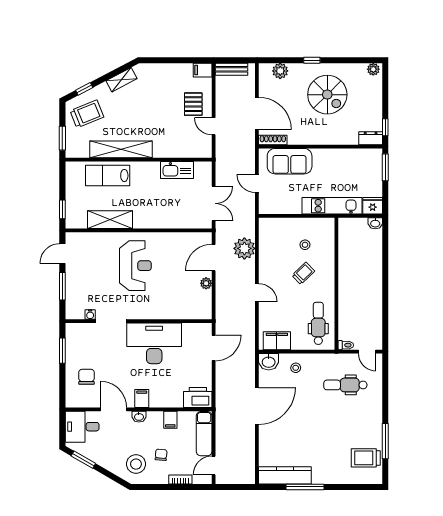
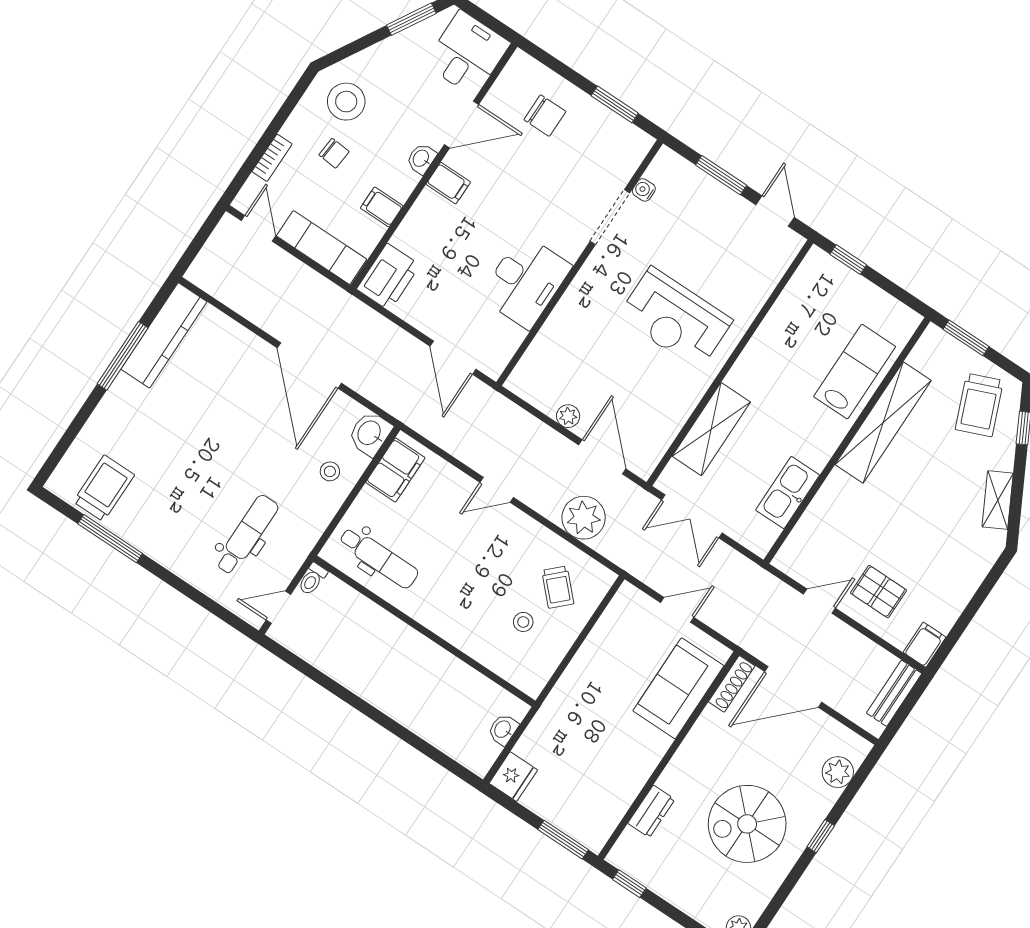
dresser: (371, 138) -> (651, 811), moved
kitchen unit: (332, 206) -> (558, 709), removed
shelving: (110, 220) -> (711, 429), moved
washbasin: (375, 223) -> (503, 729), moved
trolley: (303, 273) -> (558, 587), moved
desk: (154, 343) -> (526, 281), width x0.73, depth x0.77

